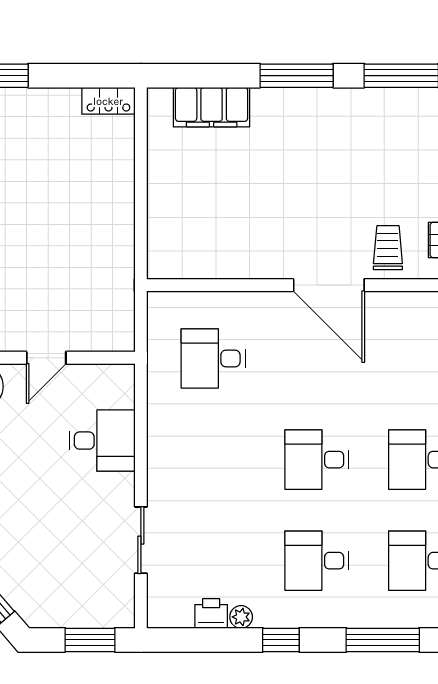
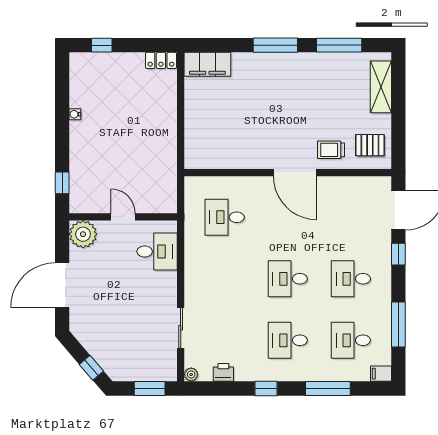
filing cabinet: (212, 107) -> (207, 64), moved
trolley: (388, 248) -> (331, 150), turned -90
door: (46, 358) -> (123, 217), swing flipped
desk: (102, 441) -> (157, 251), moved
plant: (241, 617) -> (191, 375), moved

